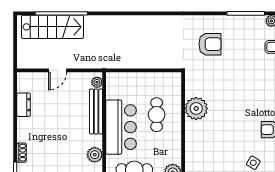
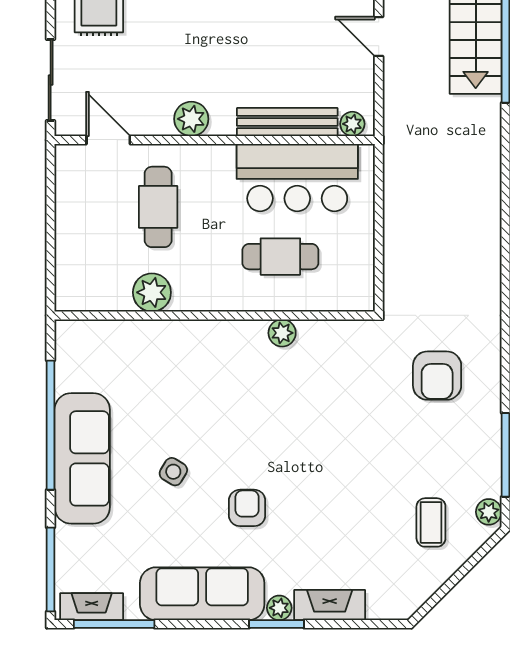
plant: (196, 108) -> (282, 333), width x0.53, depth x0.53
bar counter: (121, 127) -> (297, 178), moved

